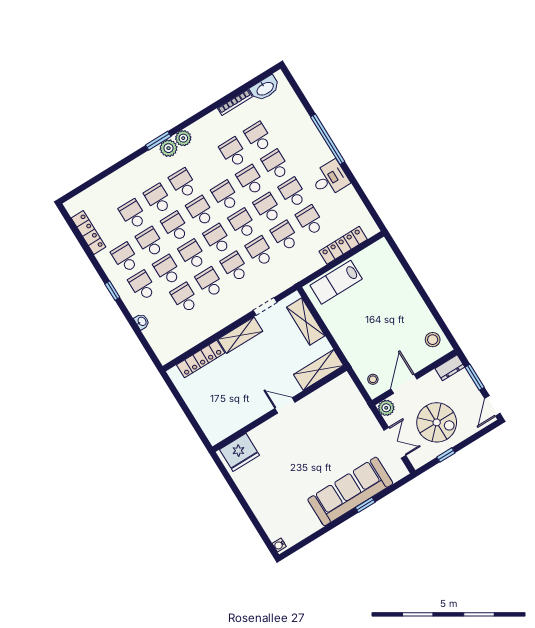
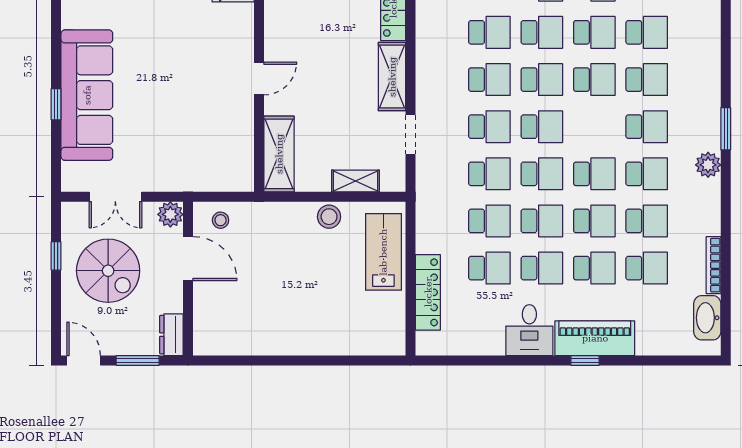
window: (328, 139) -> (585, 360), width x0.32
piano: (313, 141) -> (595, 338), added
plant: (168, 148) -> (707, 136), removed
school desk: (200, 211) -> (647, 174), moved
shelving: (306, 321) -> (356, 181), width x0.67, depth x0.75
stool: (433, 340) -> (329, 217), moved
spiral stairs: (437, 422) -> (108, 271), turned -90

